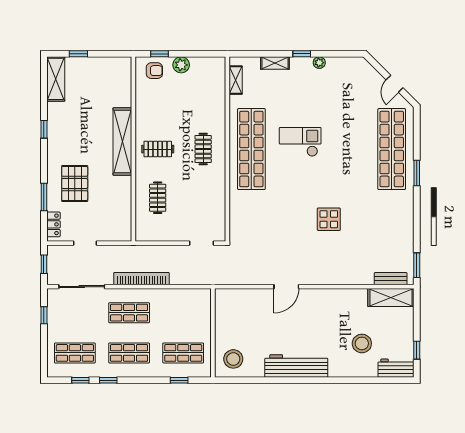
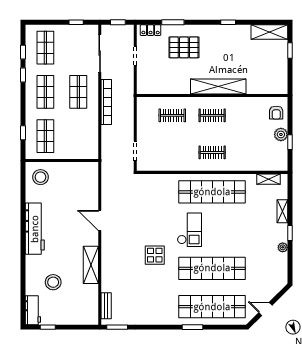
window: (159, 54) -> (290, 142), moved
checkout: (300, 142) -> (189, 230), moved
clothes rail: (158, 149) -> (212, 115), turned 90
shop shelf: (345, 149) -> (212, 268), added
shelving: (391, 297) -> (91, 265), moved

